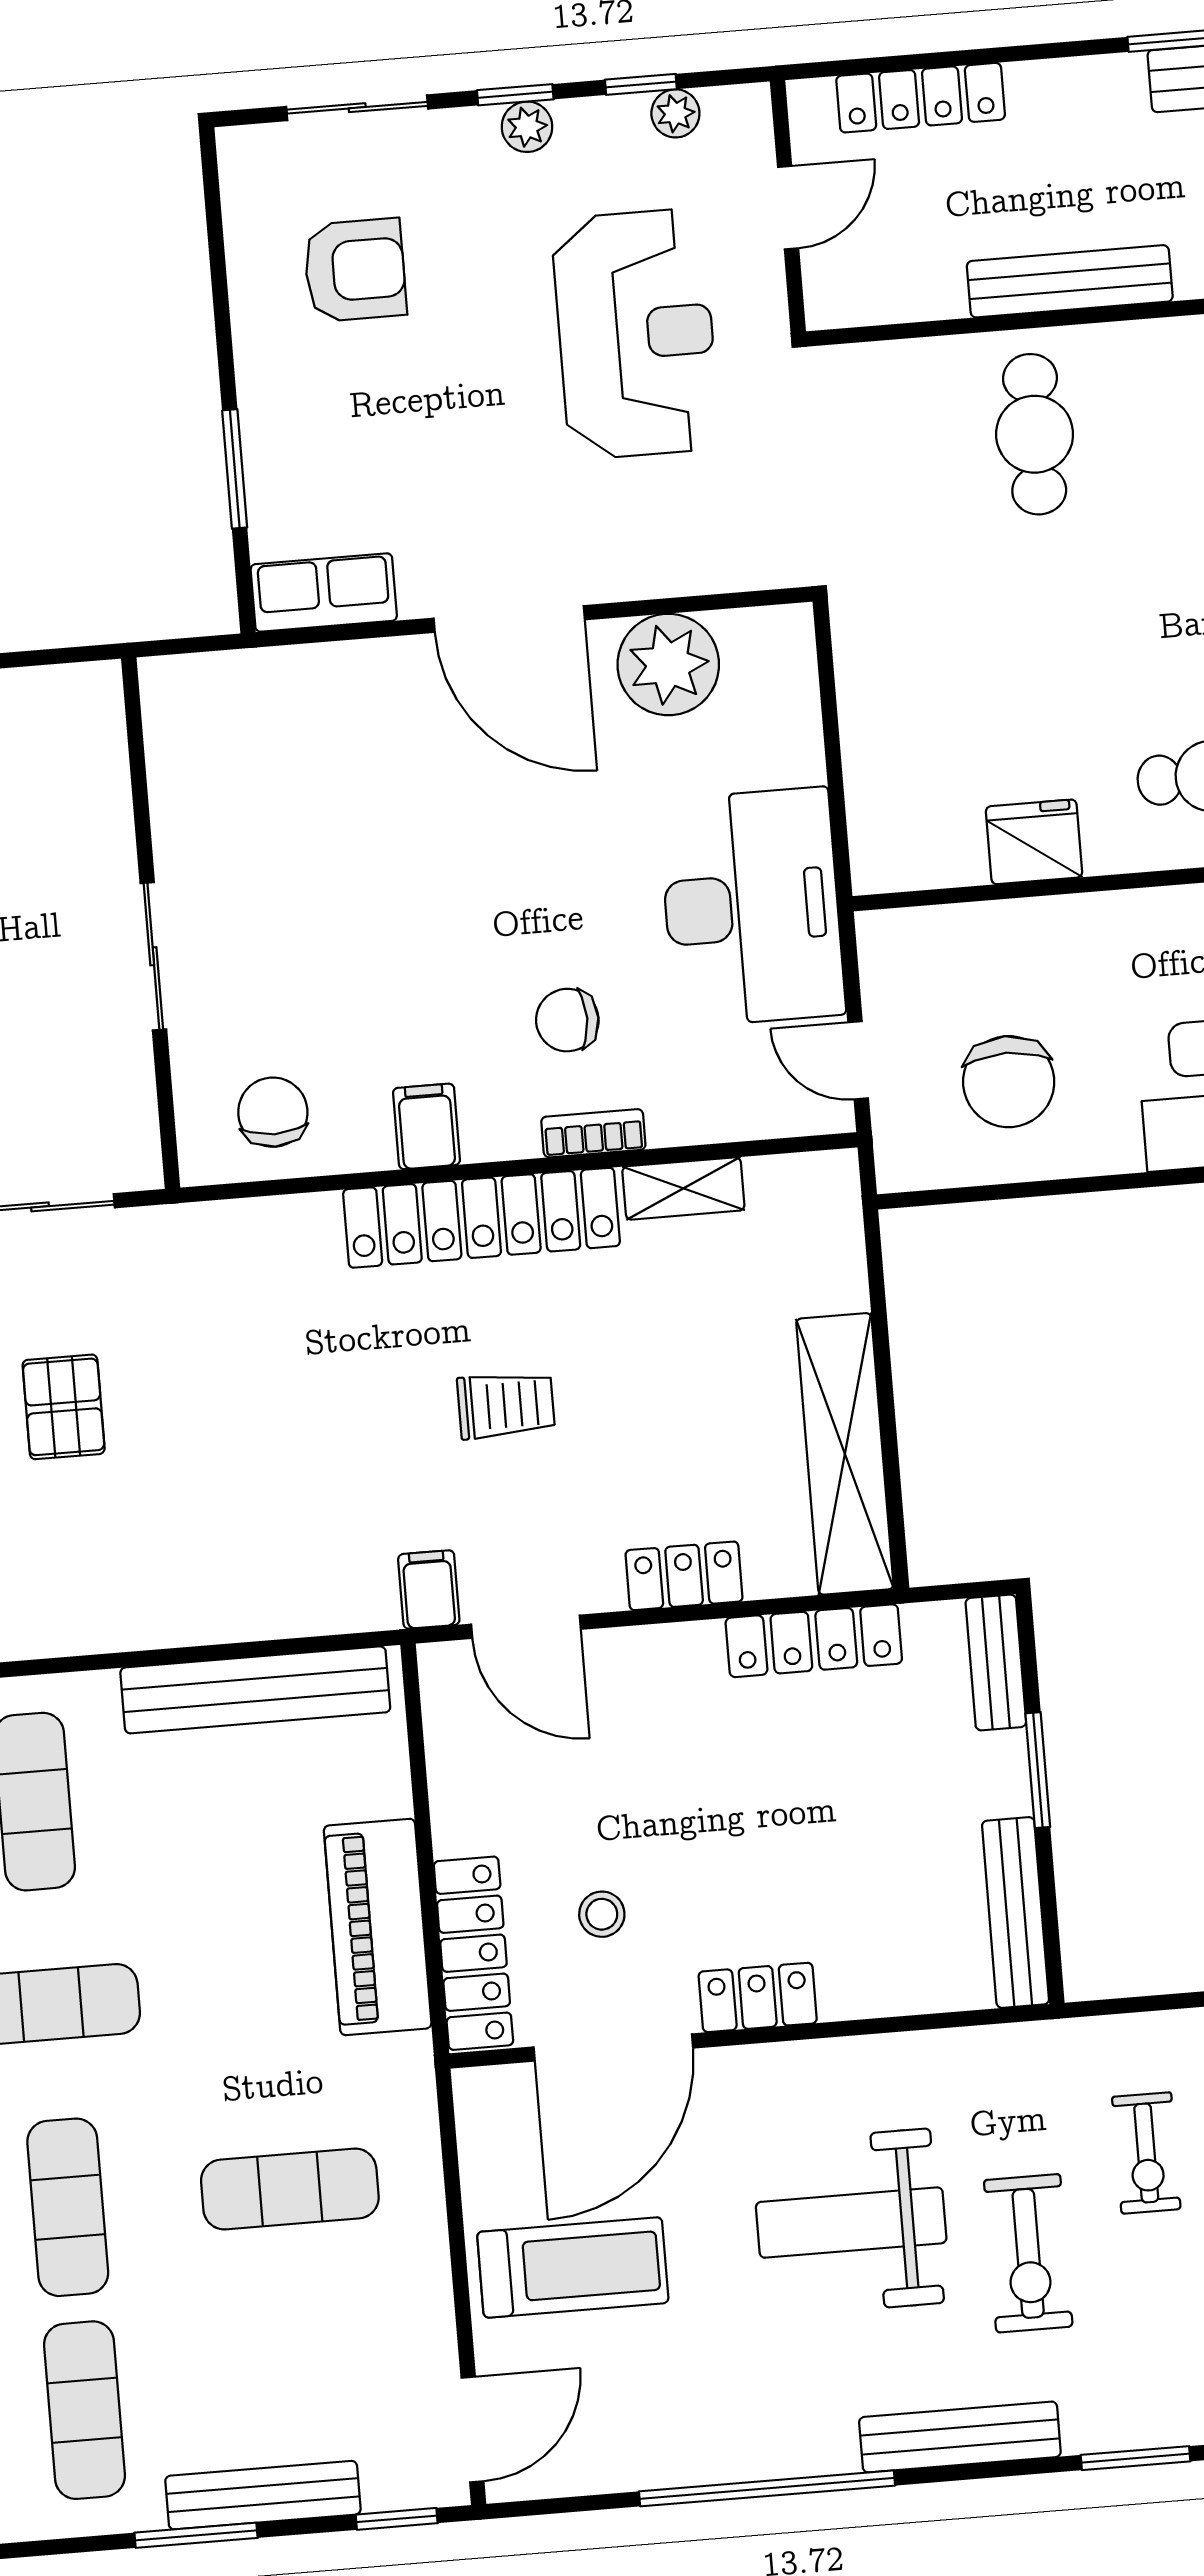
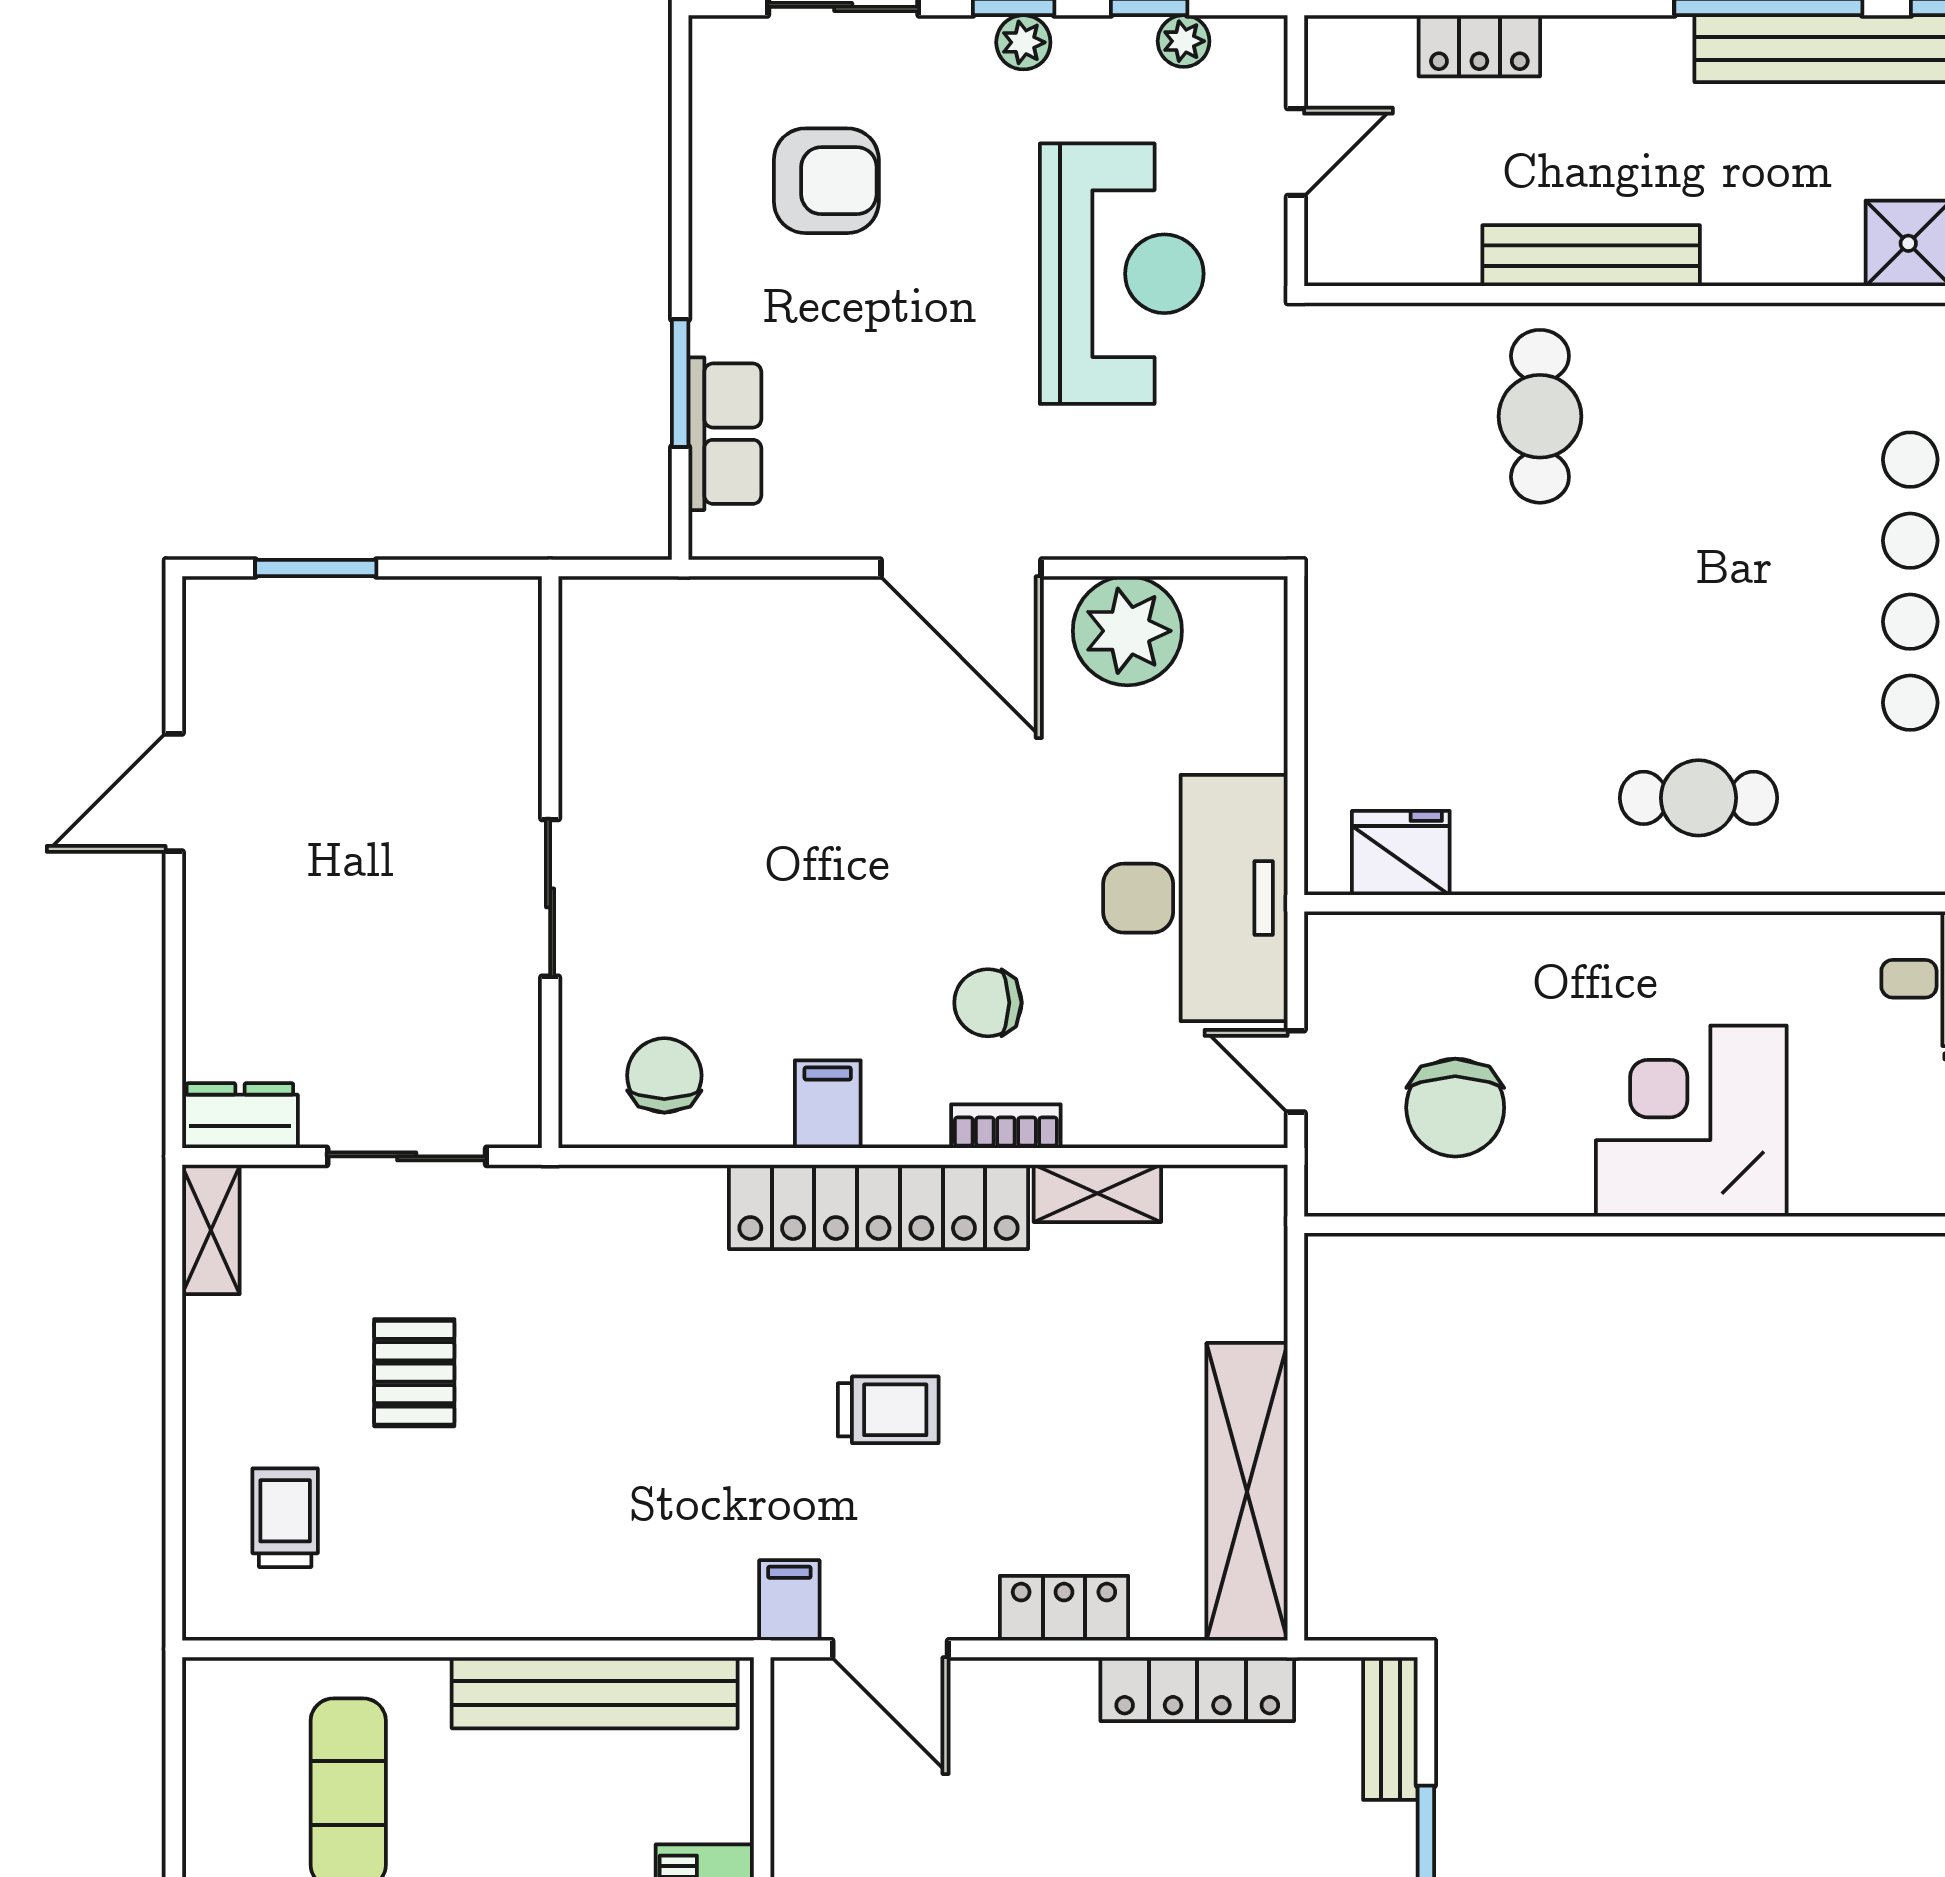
locker: (921, 98) -> (1479, 46), width x0.66
row of seats: (324, 592) -> (725, 434), moved, turned 90
fridge: (1034, 842) -> (1401, 853), moved

